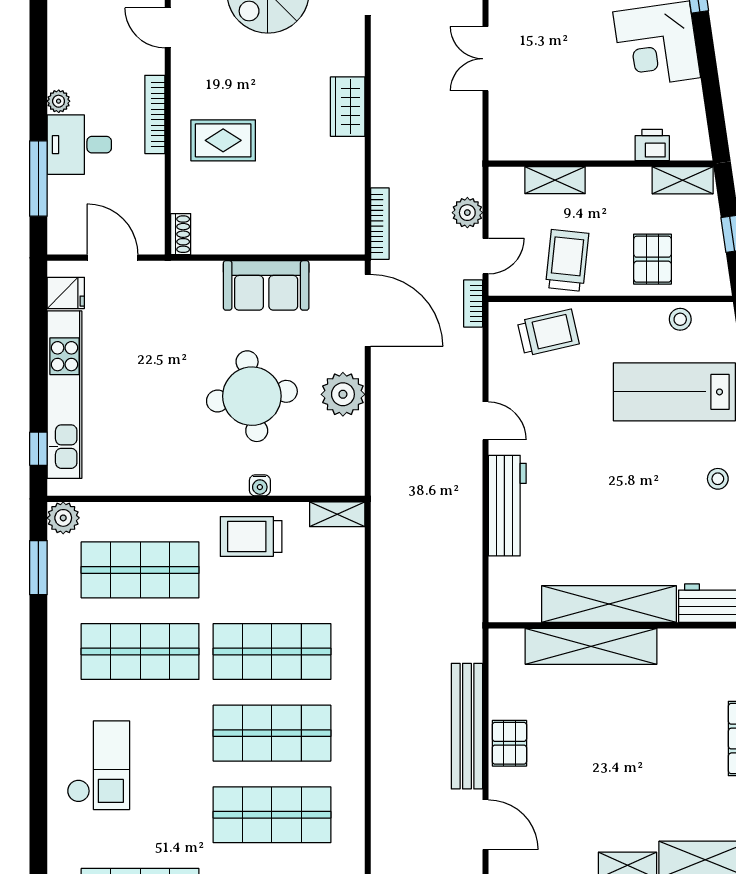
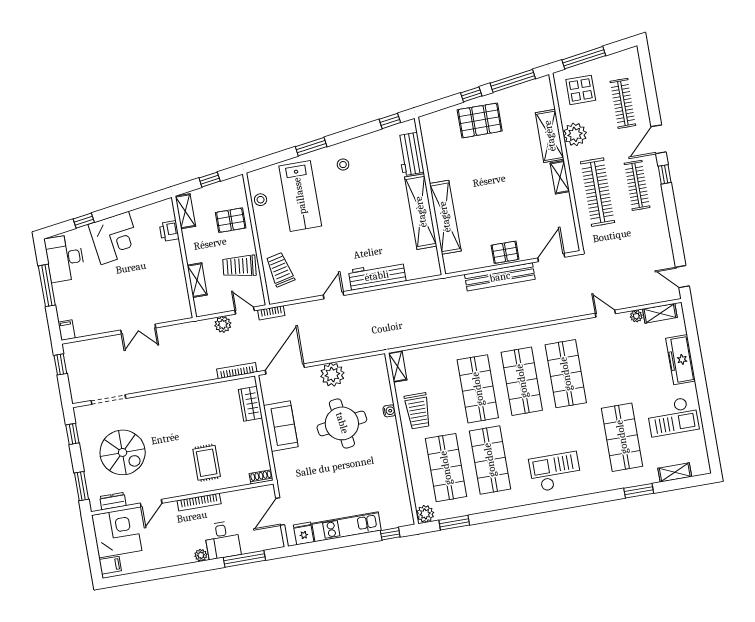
wardrobe: (348, 107) -> (250, 404), moved, turned 90
kitchen unit: (64, 395) -> (347, 527), width x0.73

